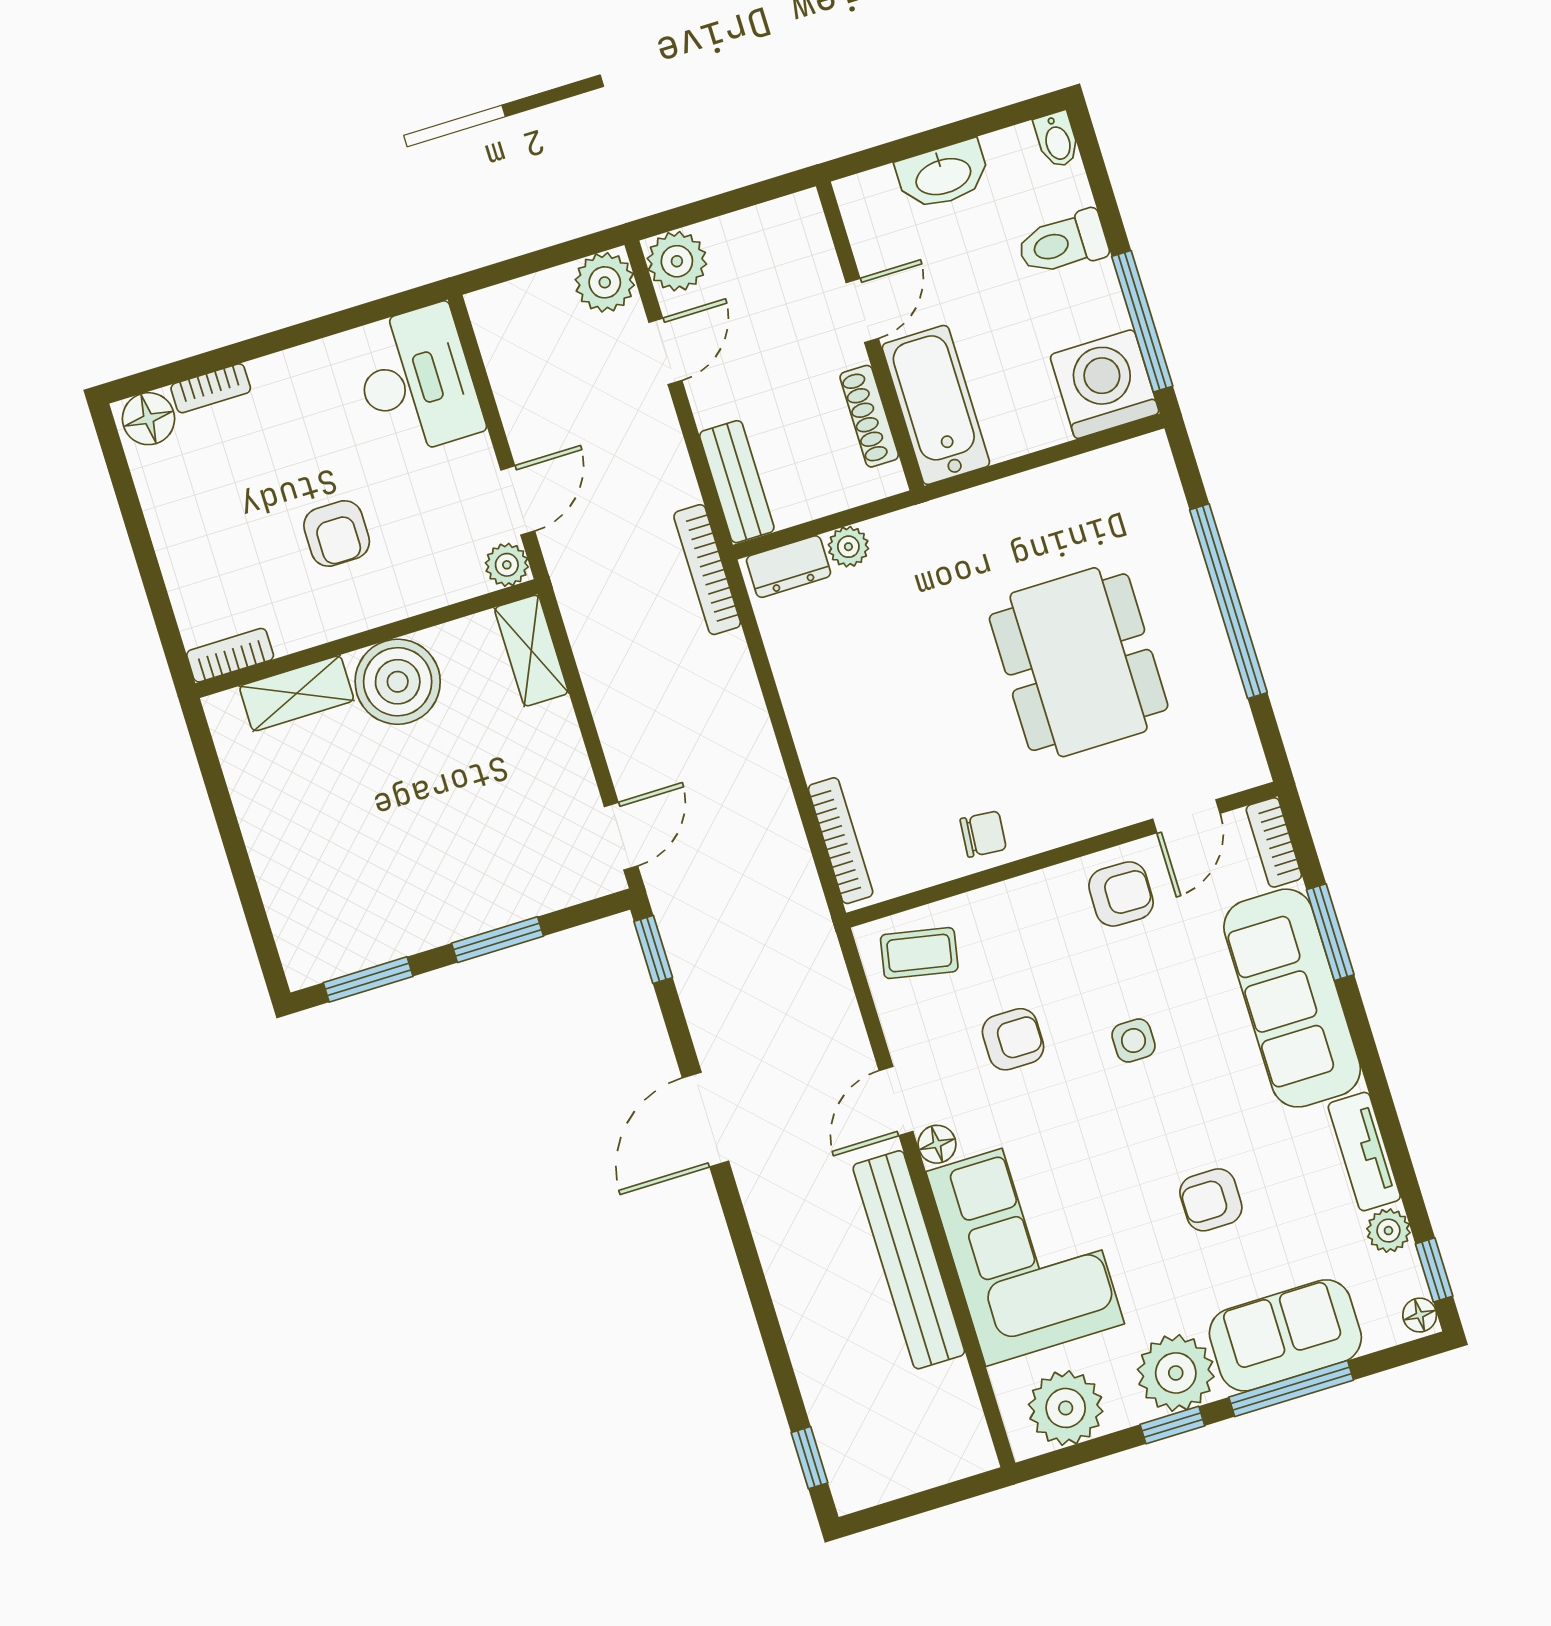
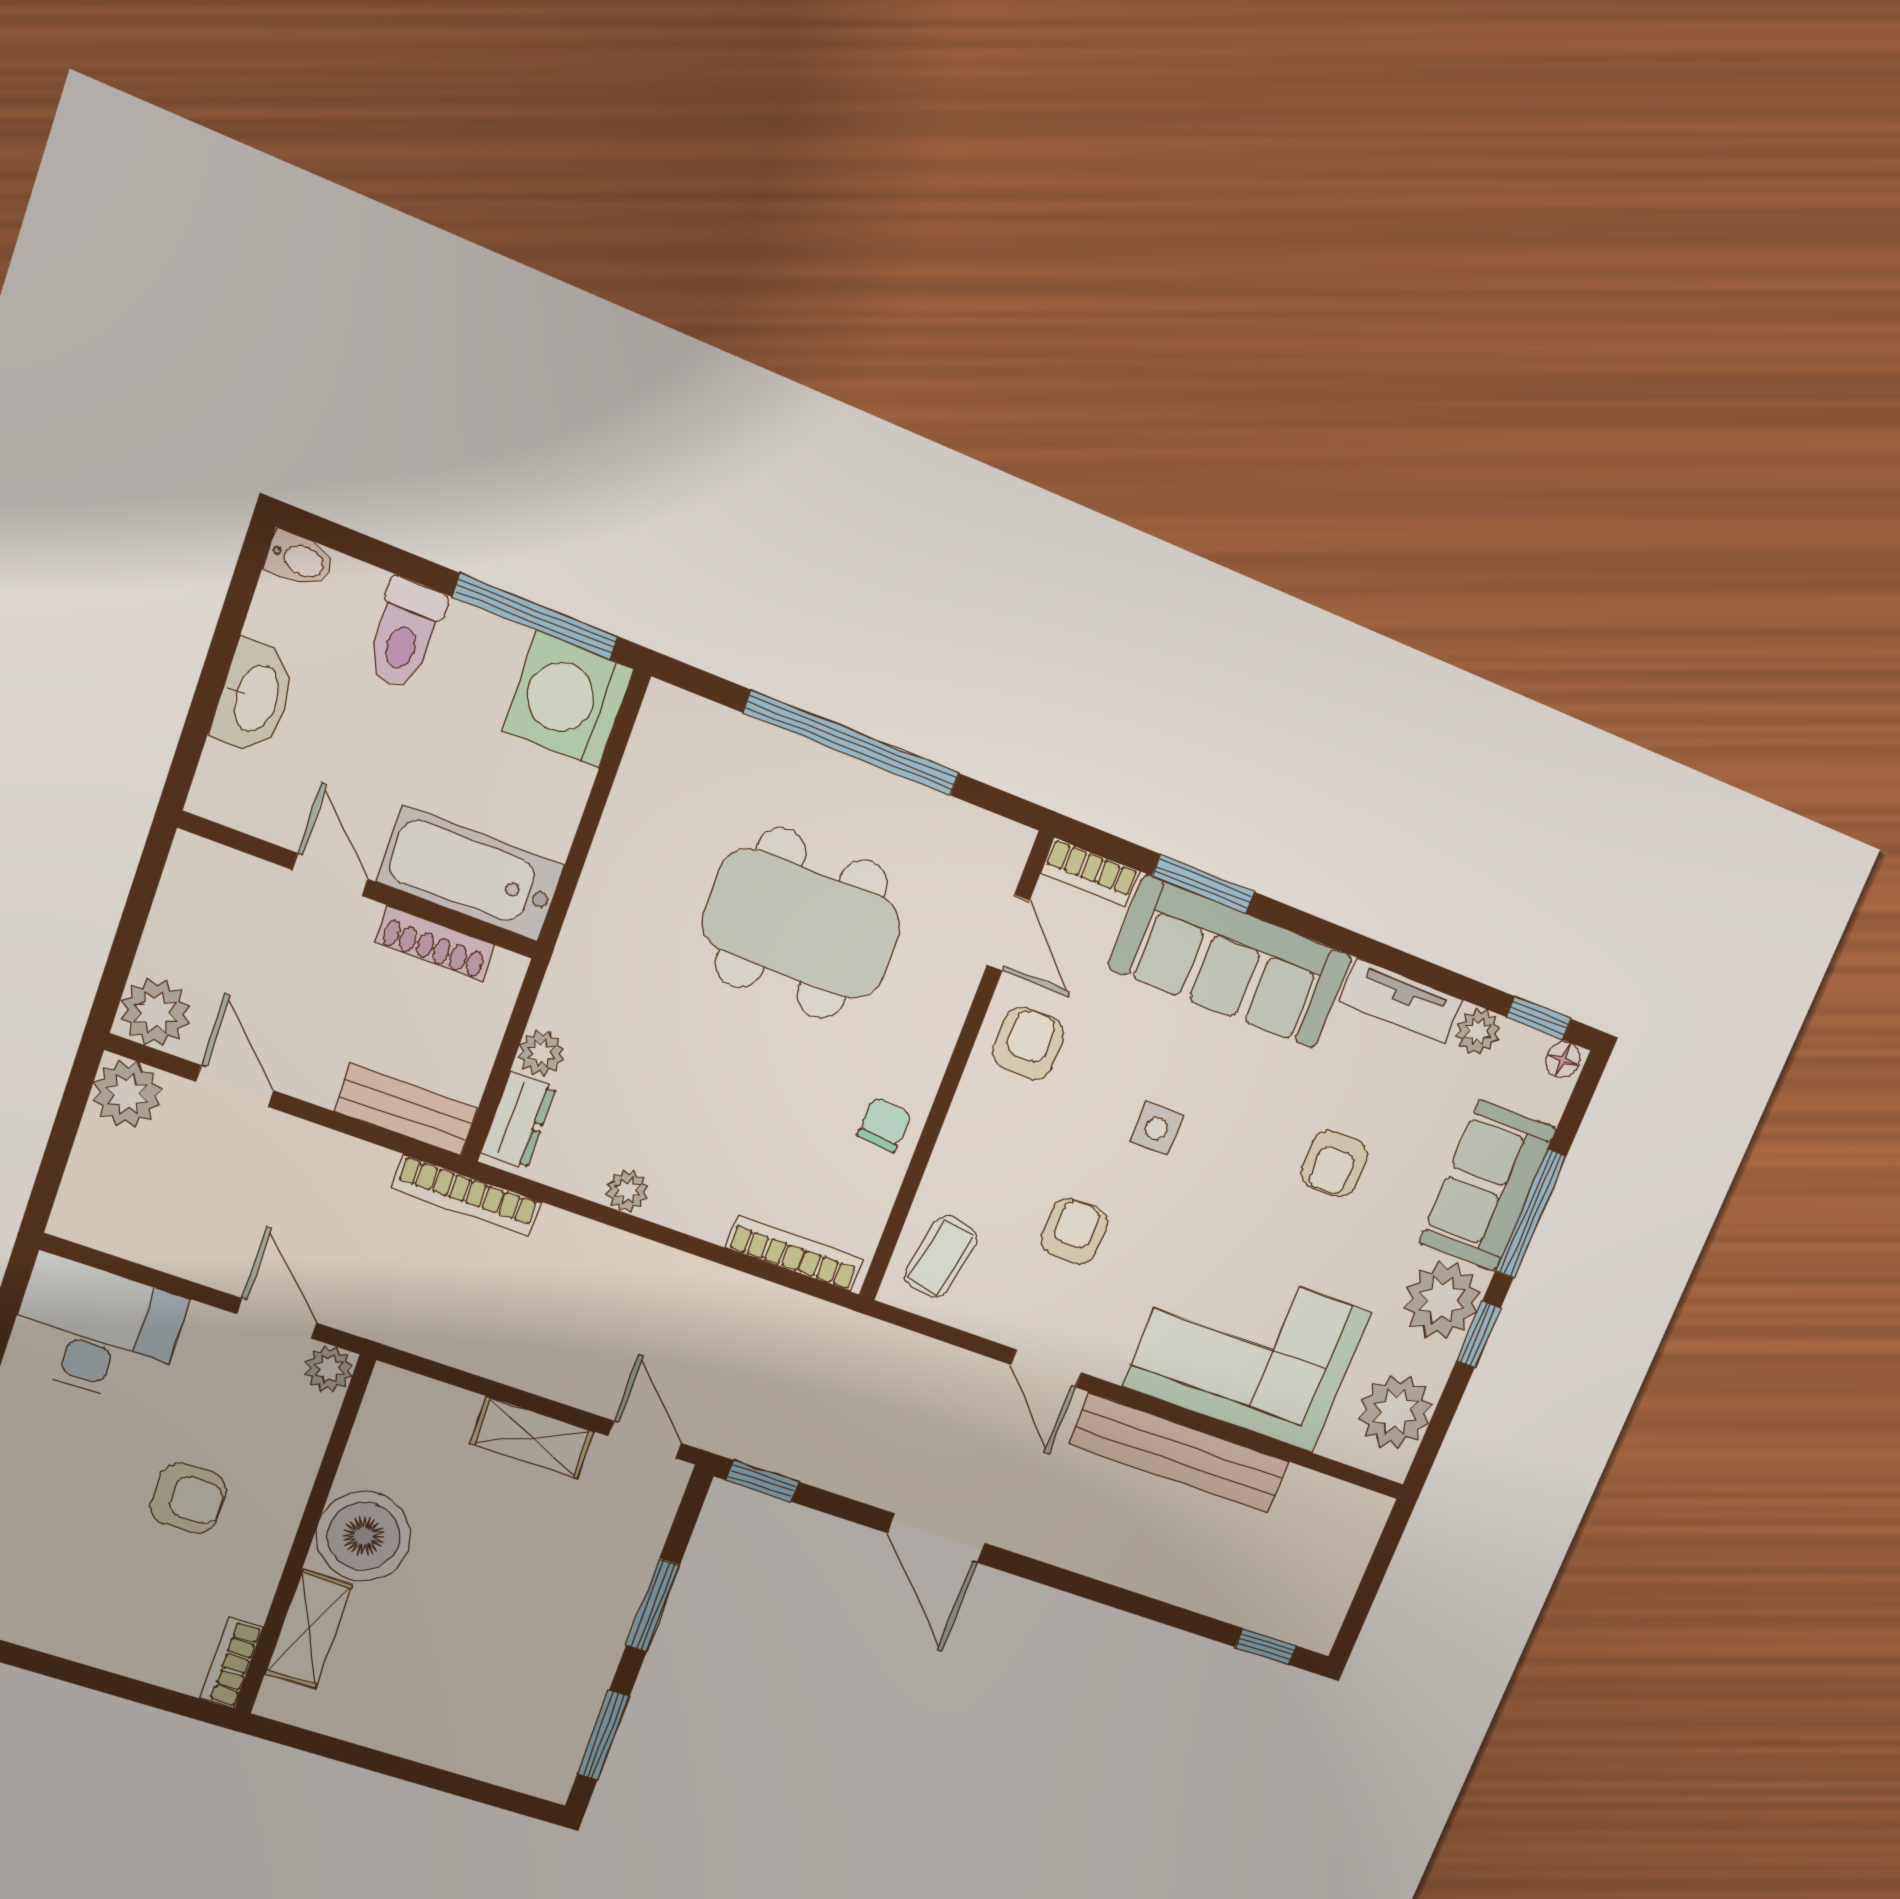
shelving: (531, 651) -> (532, 1437), moved
plant: (796, 683) -> (627, 1191), added
floor lamp: (937, 1144) -> (1108, 1360), removed

